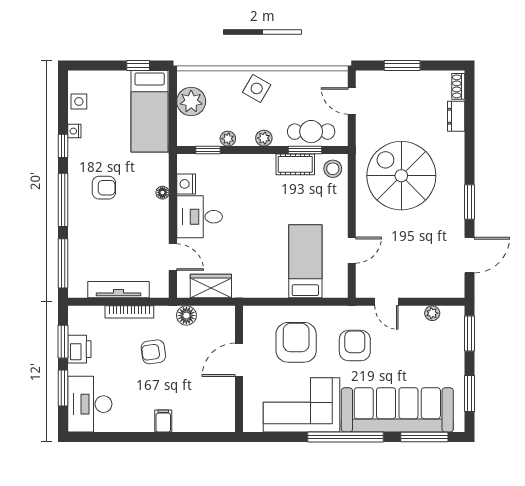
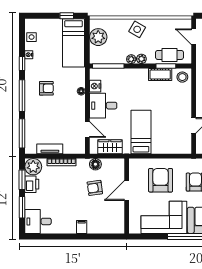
plant: (228, 139) -> (131, 59), moved
window: (208, 150) -> (108, 66), width x2.17
bed: (305, 261) -> (141, 132), moved
tv unit: (119, 290) -> (50, 149), width x0.71
plant: (82, 320) -> (33, 167), added
armchair: (153, 352) -> (95, 188), moved
desk: (90, 404) -> (38, 221), width x0.73

